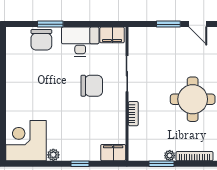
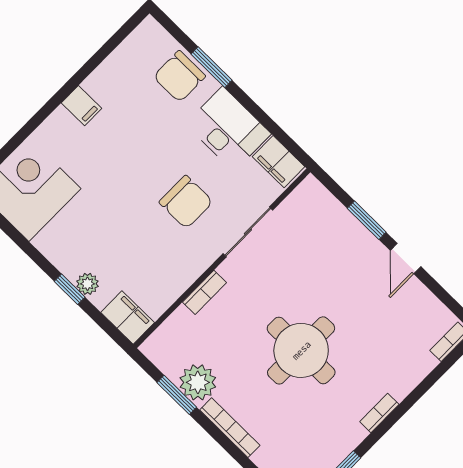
filing cabinet: (15, 88) -> (82, 106), added
plant: (53, 155) -> (88, 284), moved
plant: (170, 156) -> (198, 382), width x1.88, depth x1.88

